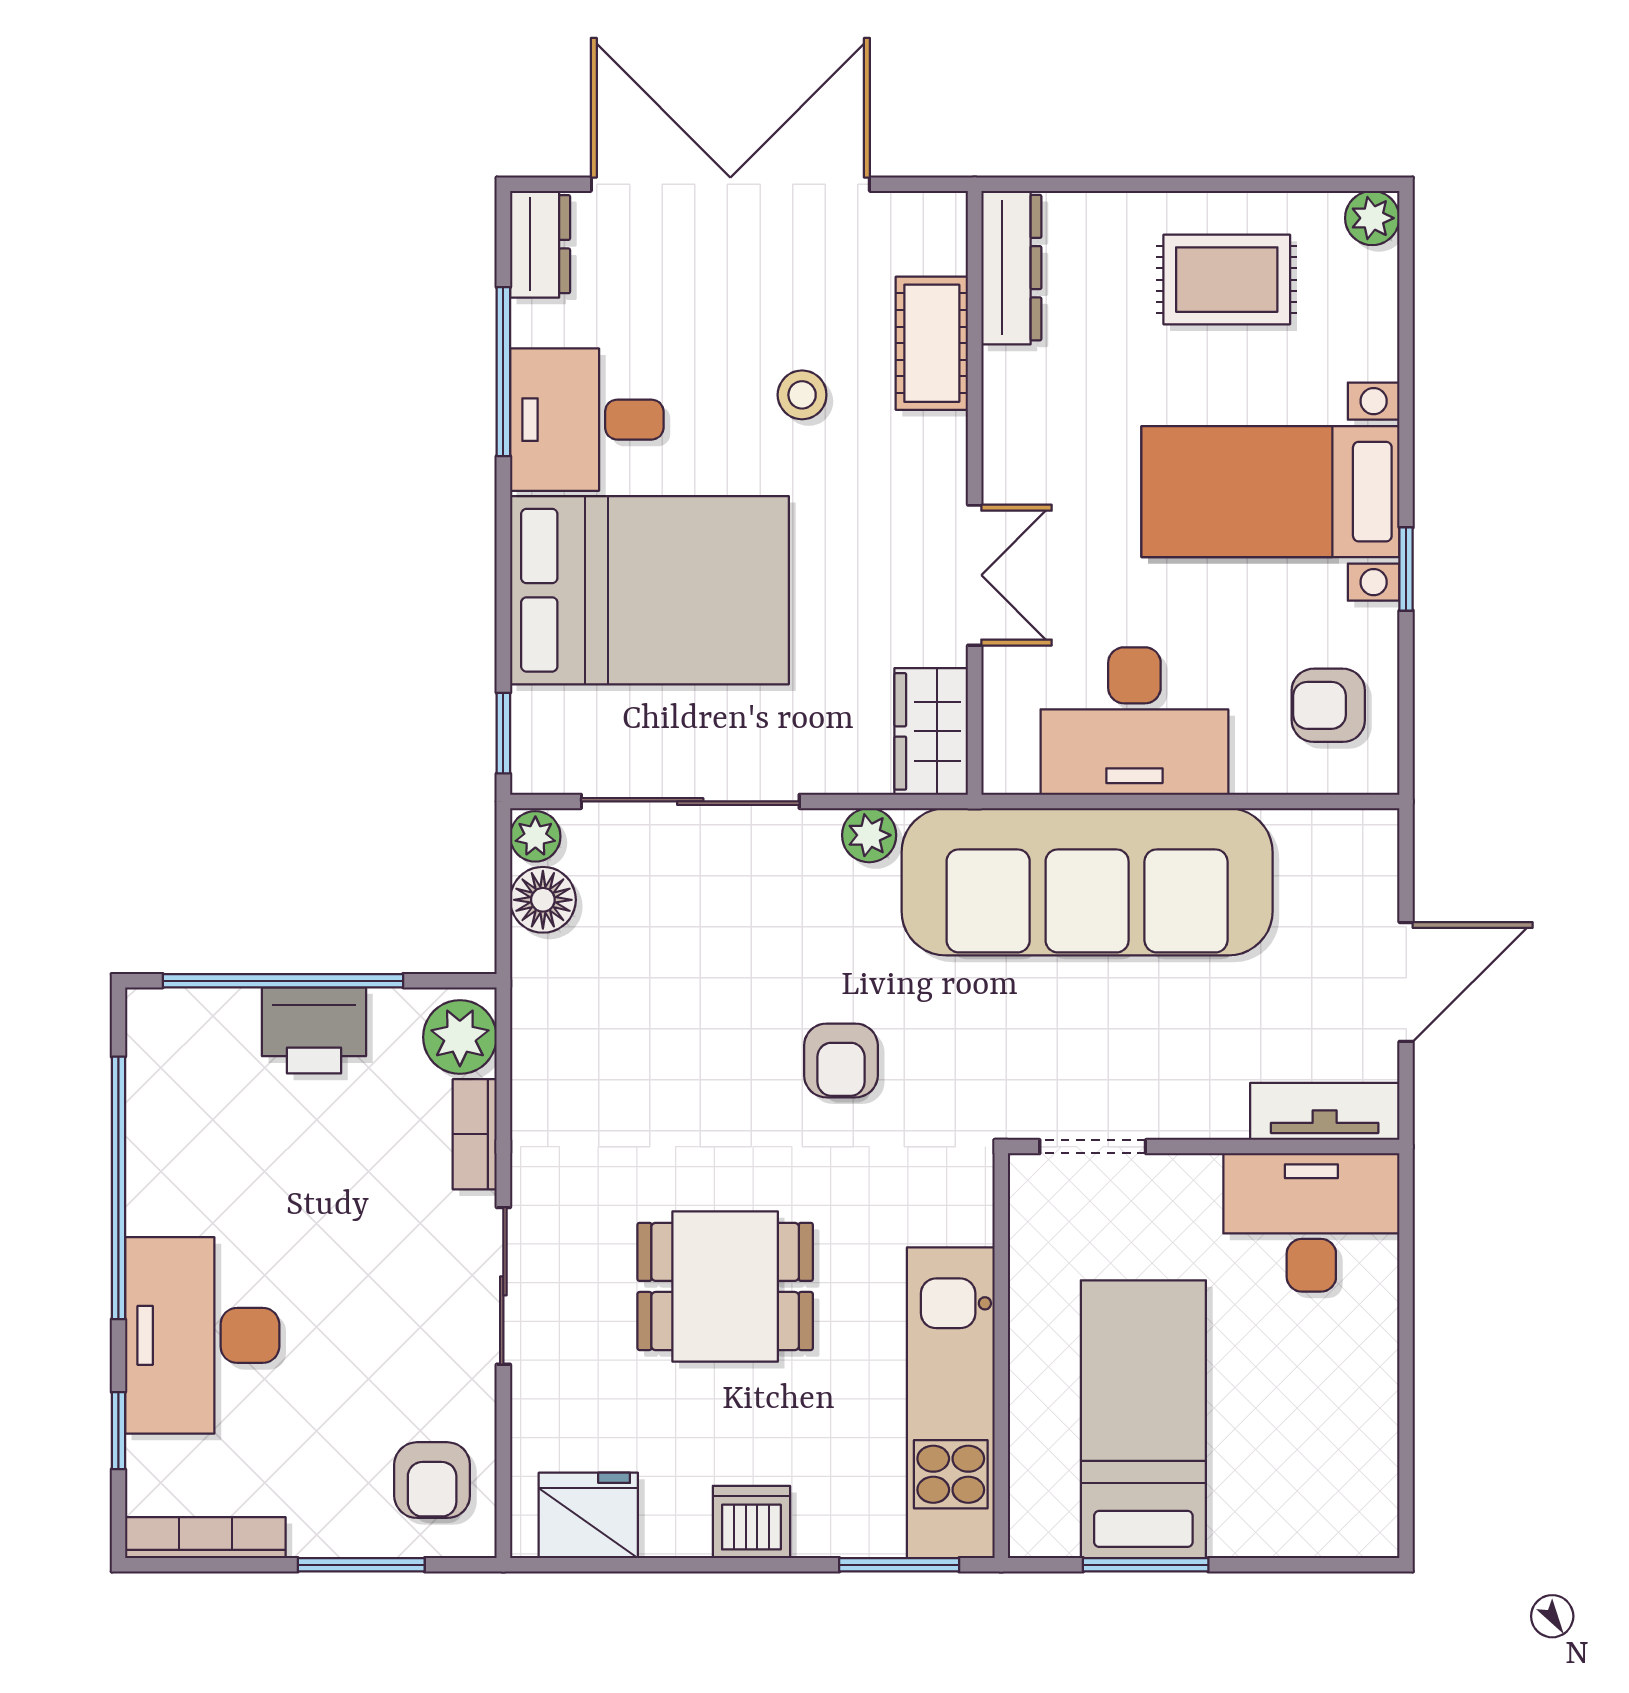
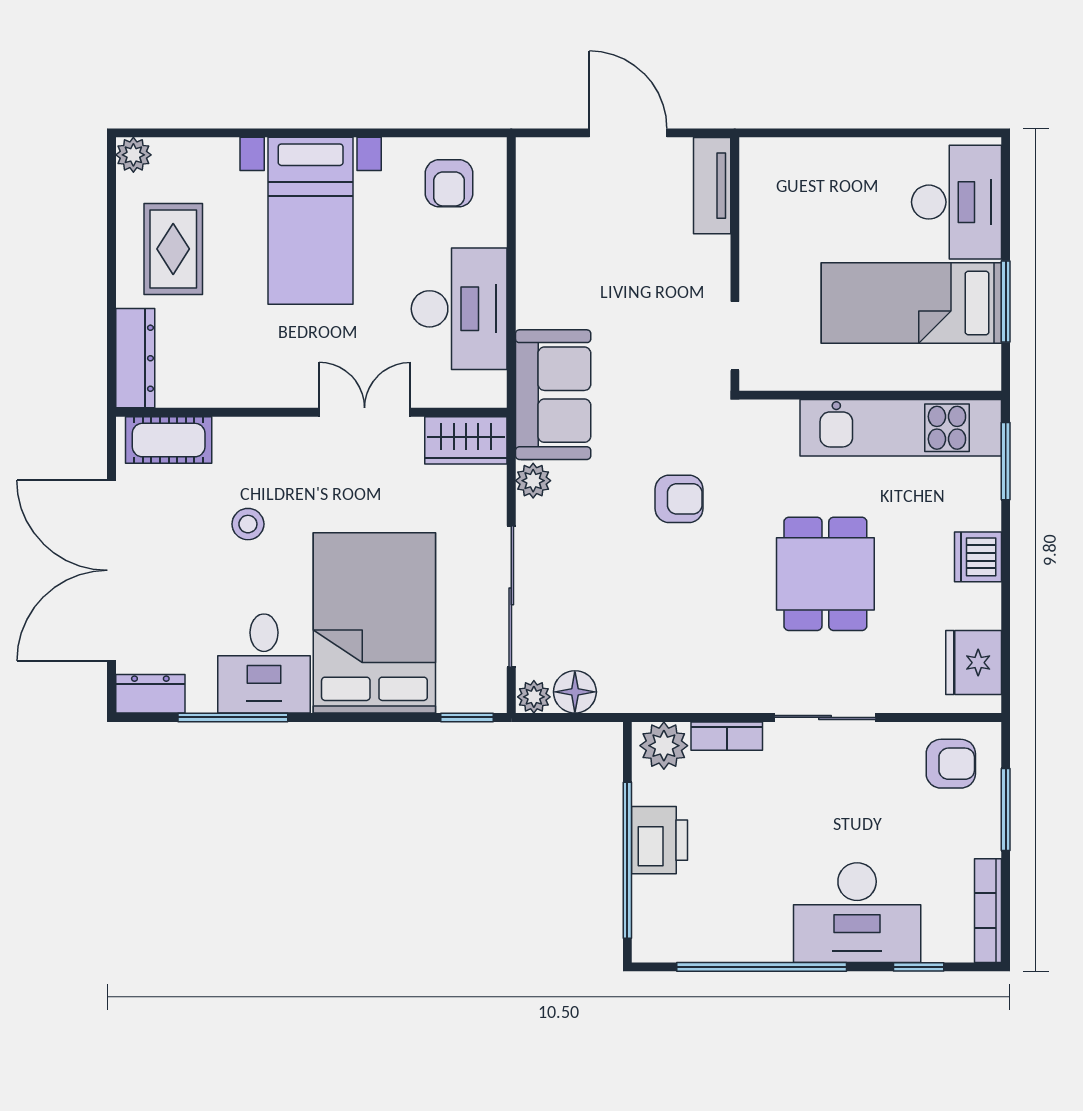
dresser: (1011, 268) -> (135, 358), moved, turned 90
cot: (932, 343) -> (169, 440), moved
window: (1406, 569) -> (361, 133), removed
sofa: (1087, 882) -> (553, 395), width x0.54, depth x0.79
desk: (1311, 1222) -> (957, 202), moved, turned 180

